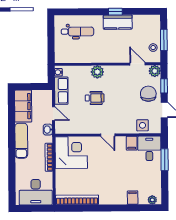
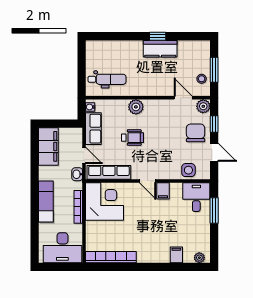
dental chair: (77, 32) -> (107, 79), moved
row of seats: (75, 128) -> (109, 172), added
exam couch: (21, 141) -> (46, 202), moved
filing cabinet: (132, 143) -> (163, 191), moved

